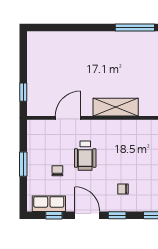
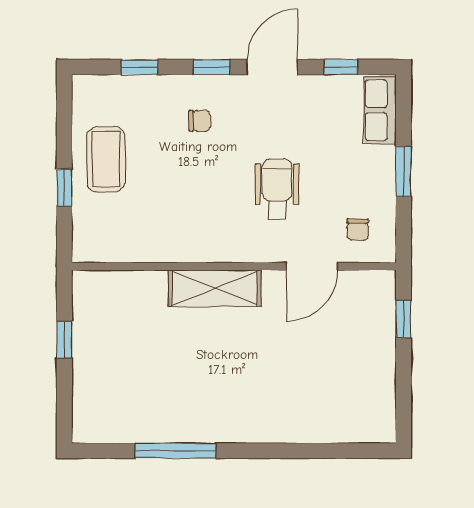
chair: (57, 171) -> (358, 230), moved
row of seats: (49, 204) -> (380, 110), moved, turned 90
door: (87, 215) -> (272, 67), swing flipped

